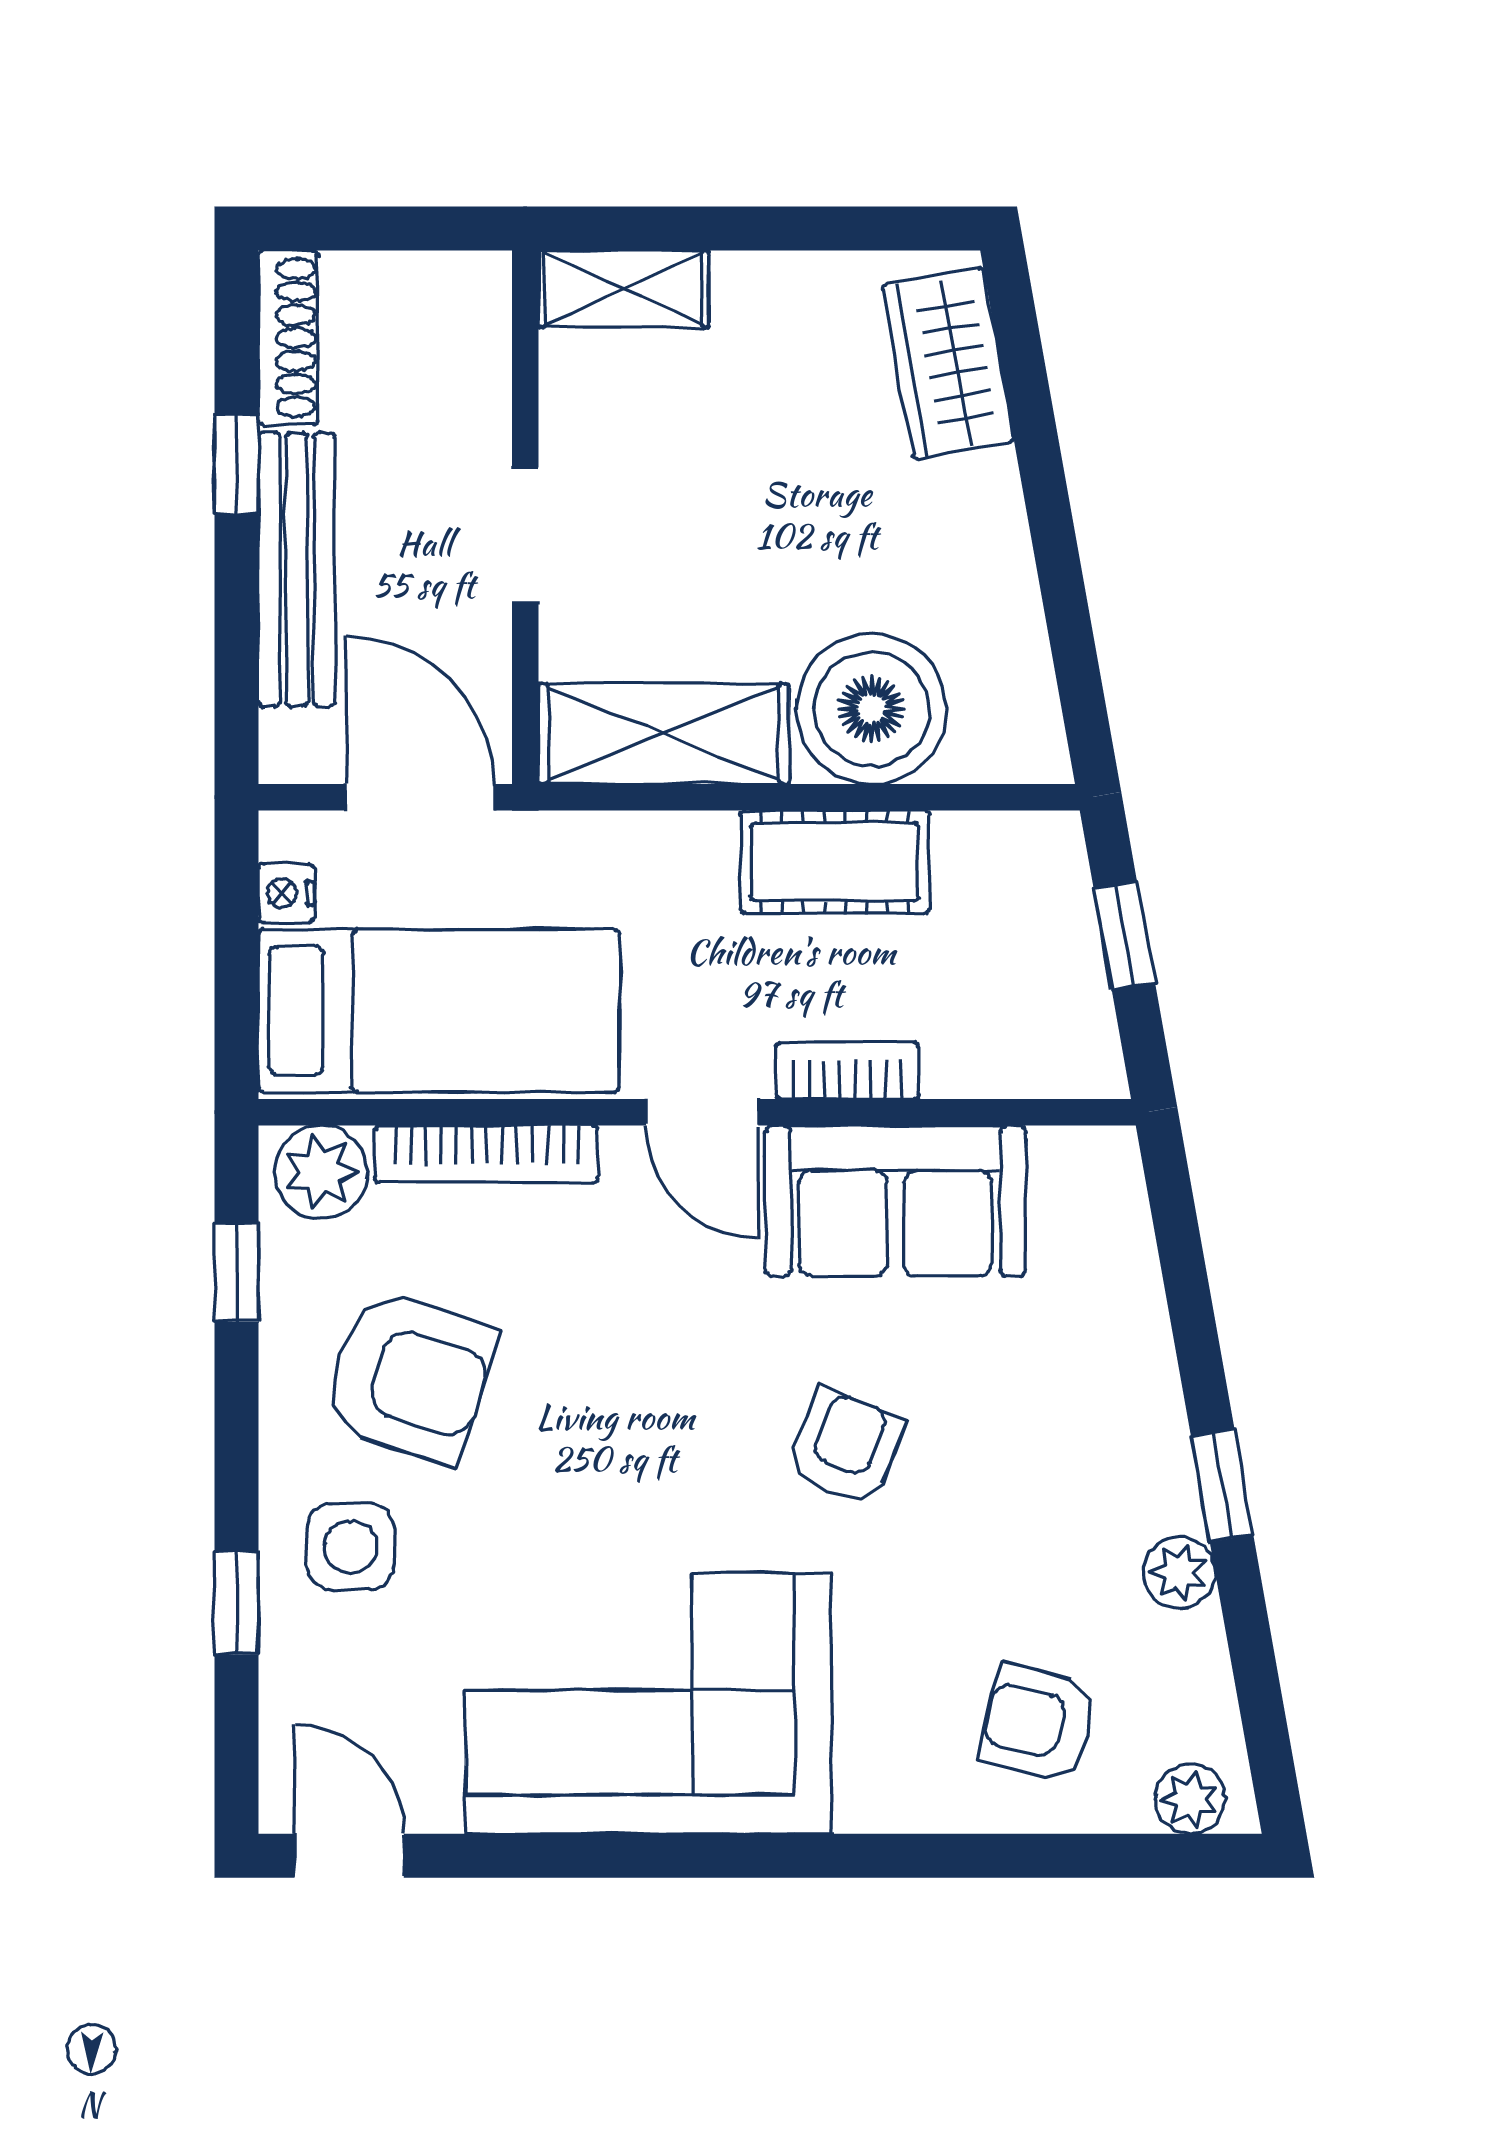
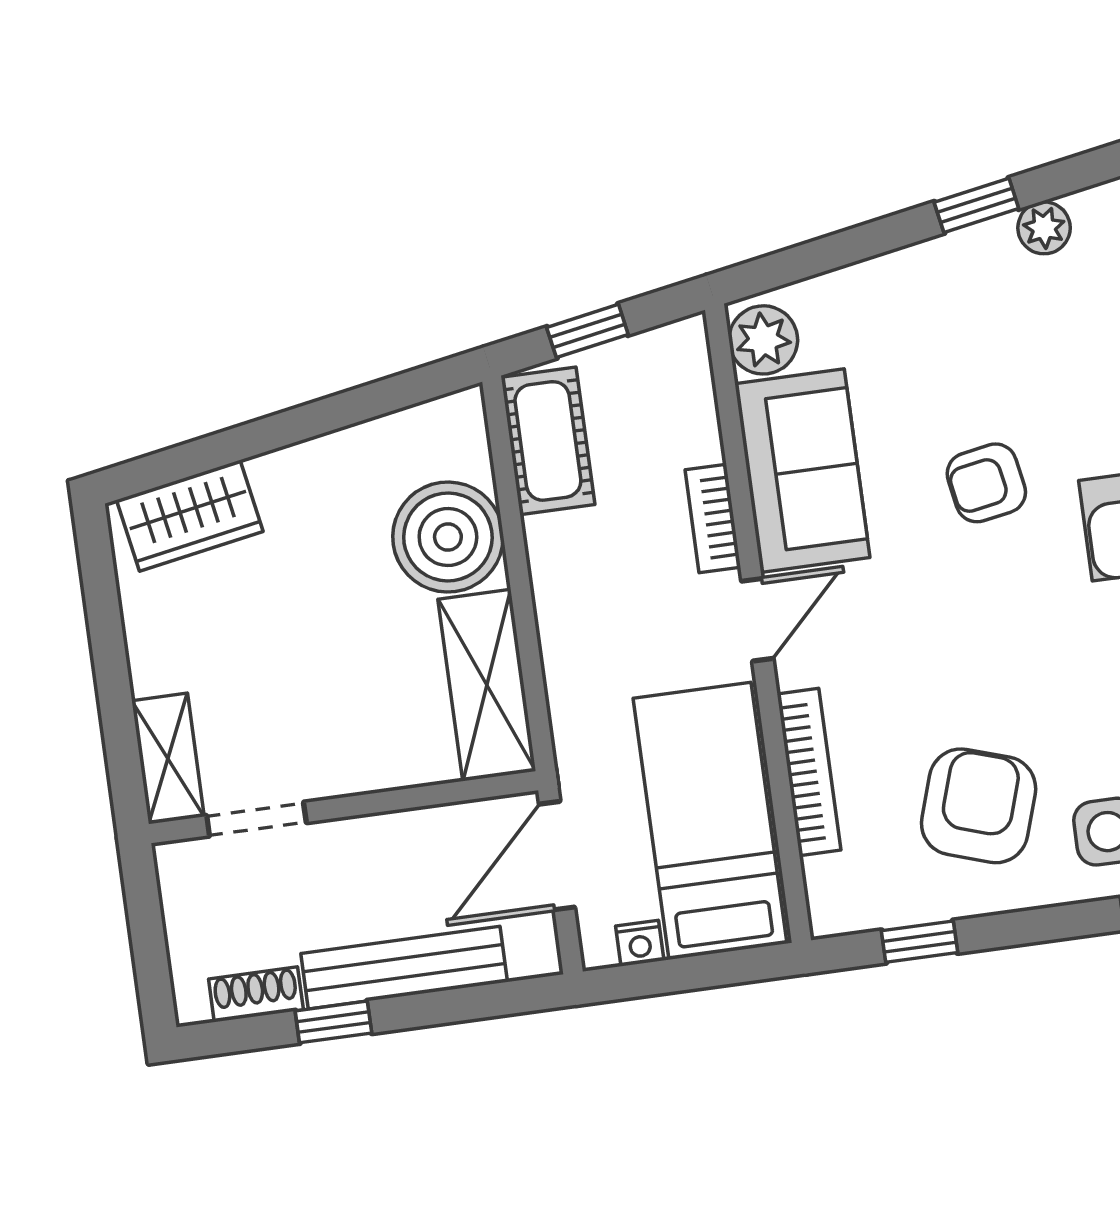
shoe rack: (288, 338) -> (256, 994), width x0.70
doorway: (525, 535) -> (256, 819), moved
cot: (835, 862) -> (548, 441), moved
plant: (321, 1172) -> (763, 340), moved
armchair: (845, 1447) -> (986, 483), turned -32

